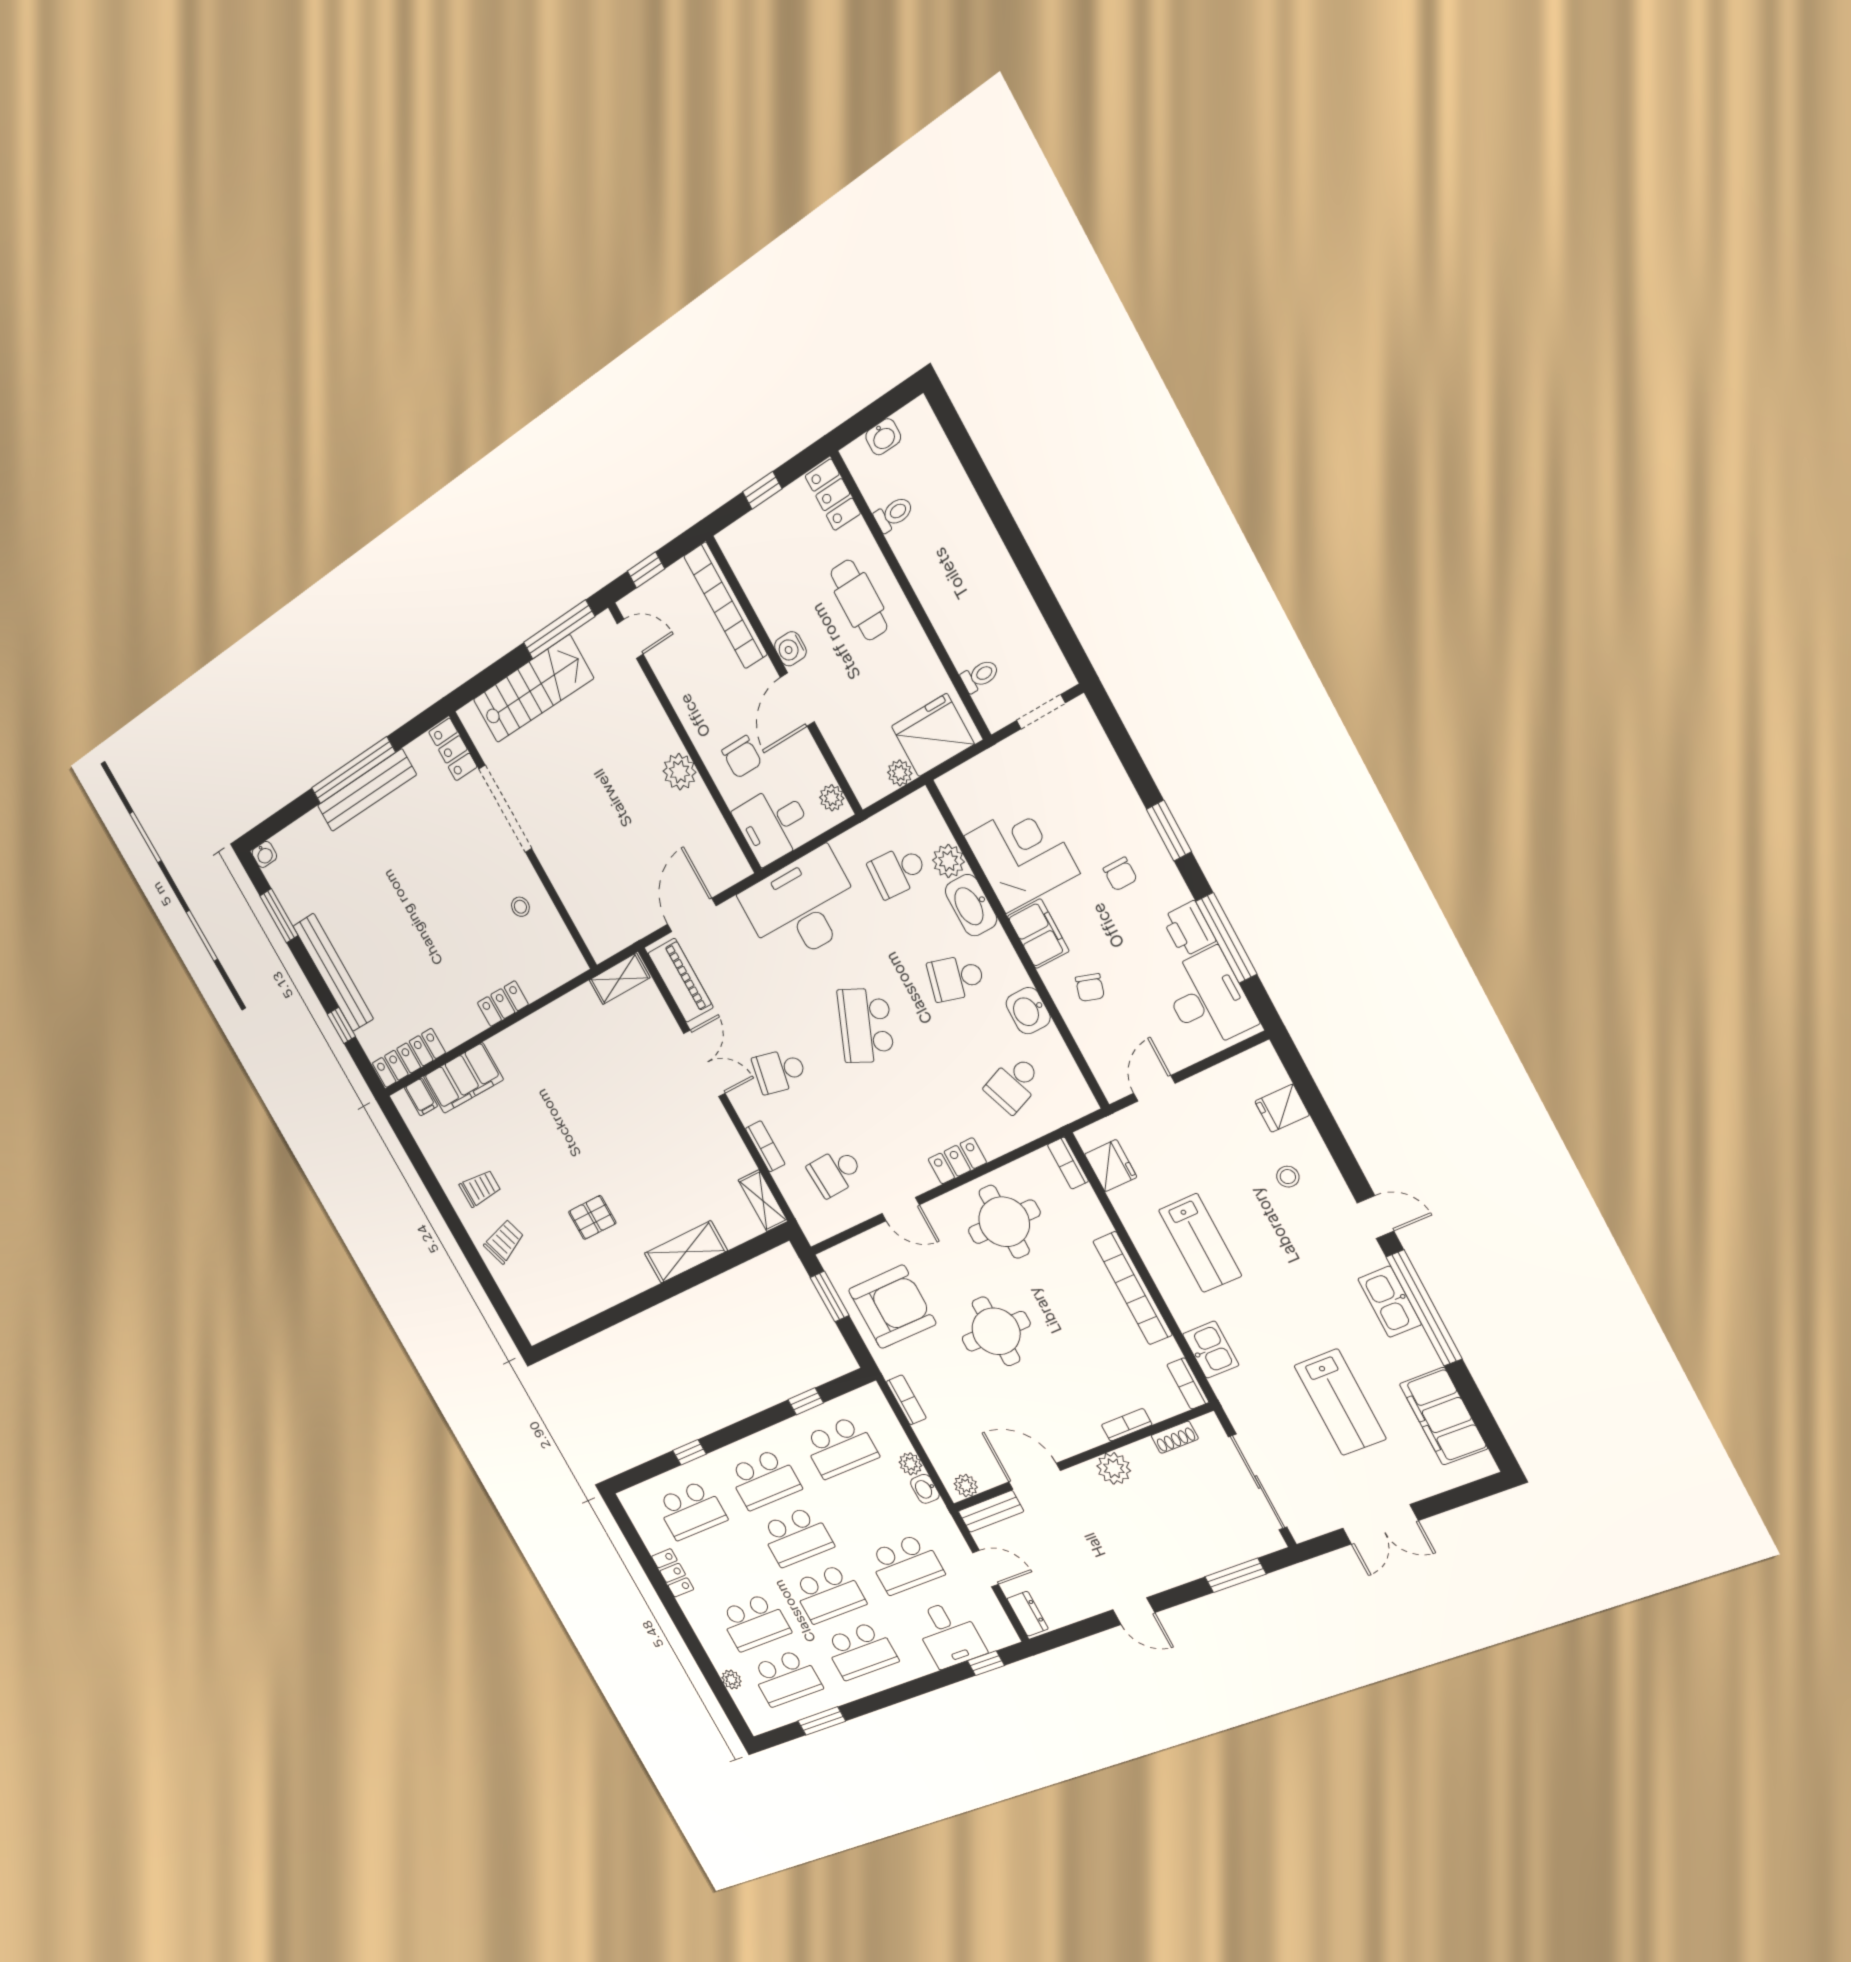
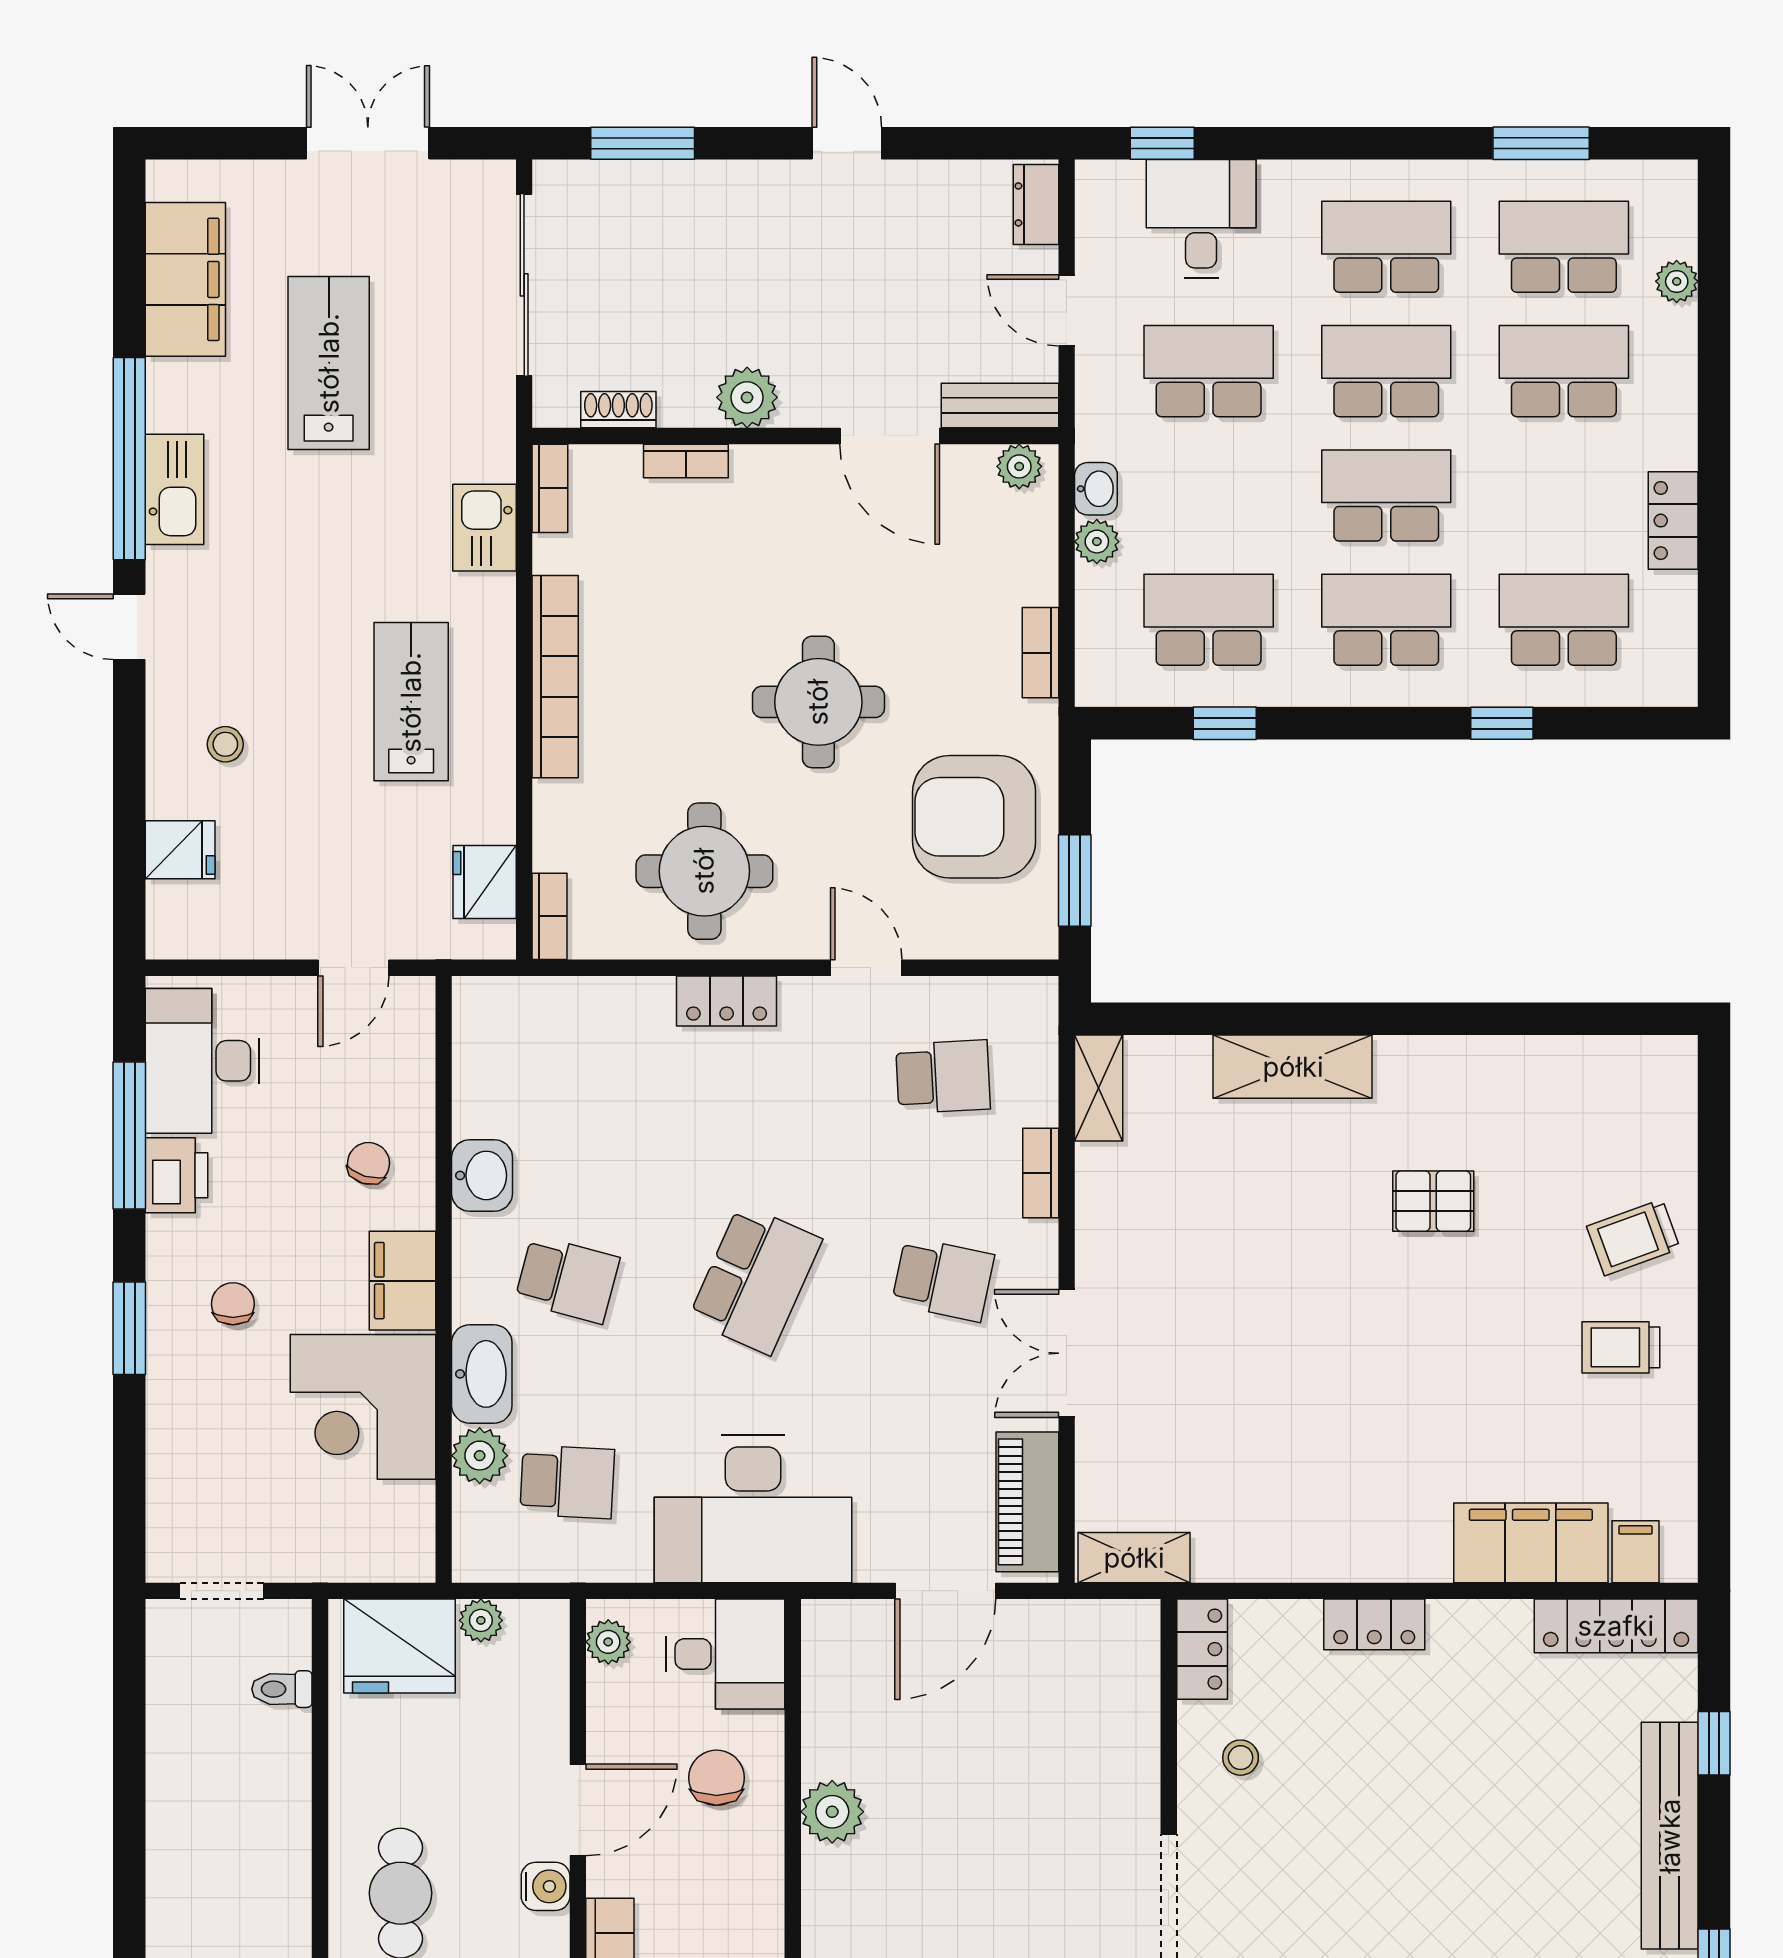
locker: (566, 950) -> (1202, 1649), added
school desk: (1014, 1084) -> (567, 1077), removed

